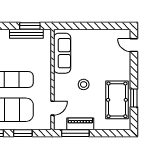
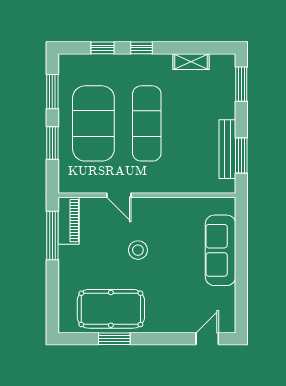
sofa: (62, 53) -> (221, 250), moved, turned 90
door: (52, 108) -> (119, 195), moved
piano: (80, 124) -> (69, 221), moved

